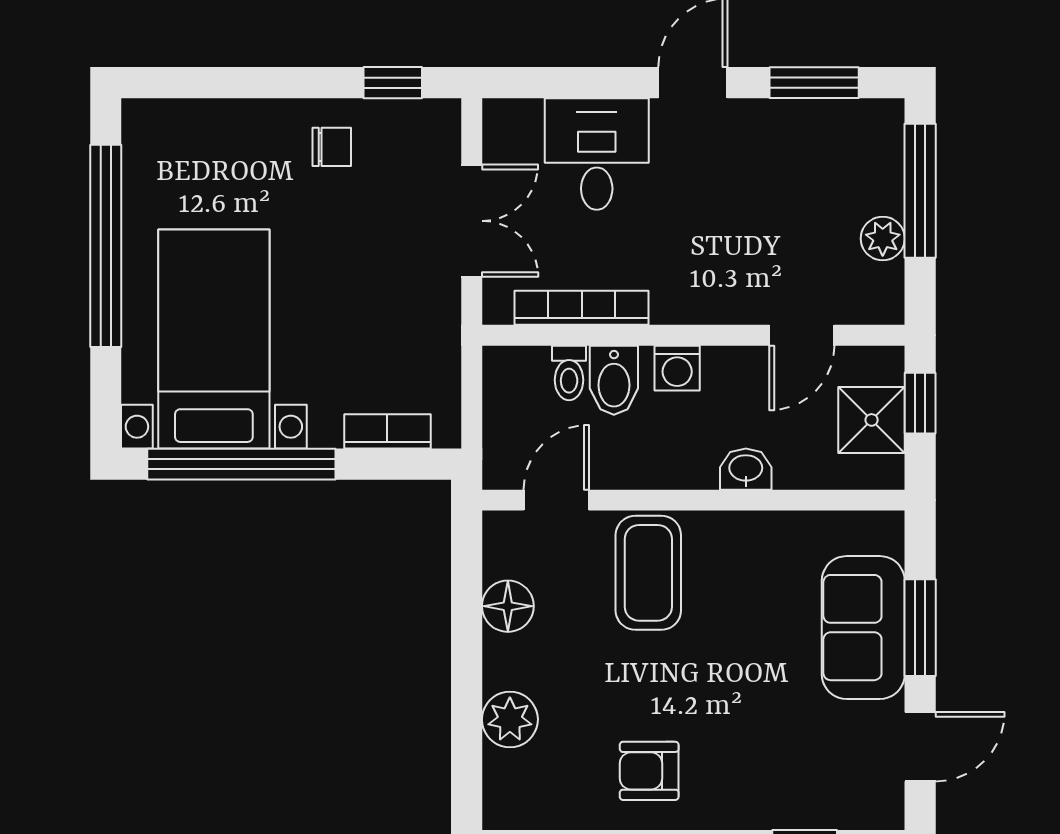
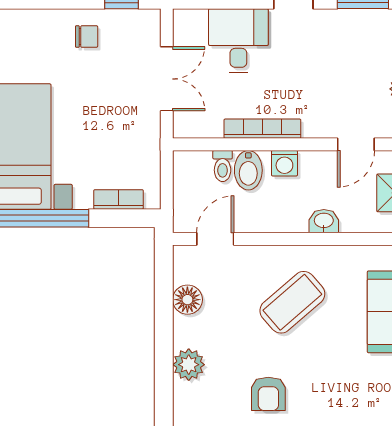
bookcase: (582, 308) -> (262, 129), moved
coffee table: (648, 573) -> (292, 302), moved, turned 49
armchair: (649, 771) -> (268, 394), turned -90

